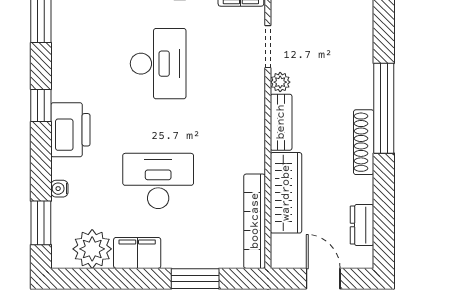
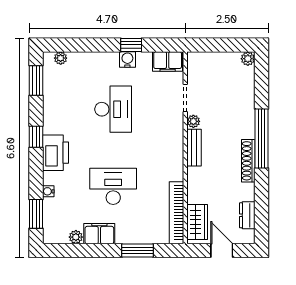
wardrobe: (286, 193) -> (197, 222), moved, width x0.67
plant: (92, 249) -> (76, 237), width x0.53, depth x0.53

